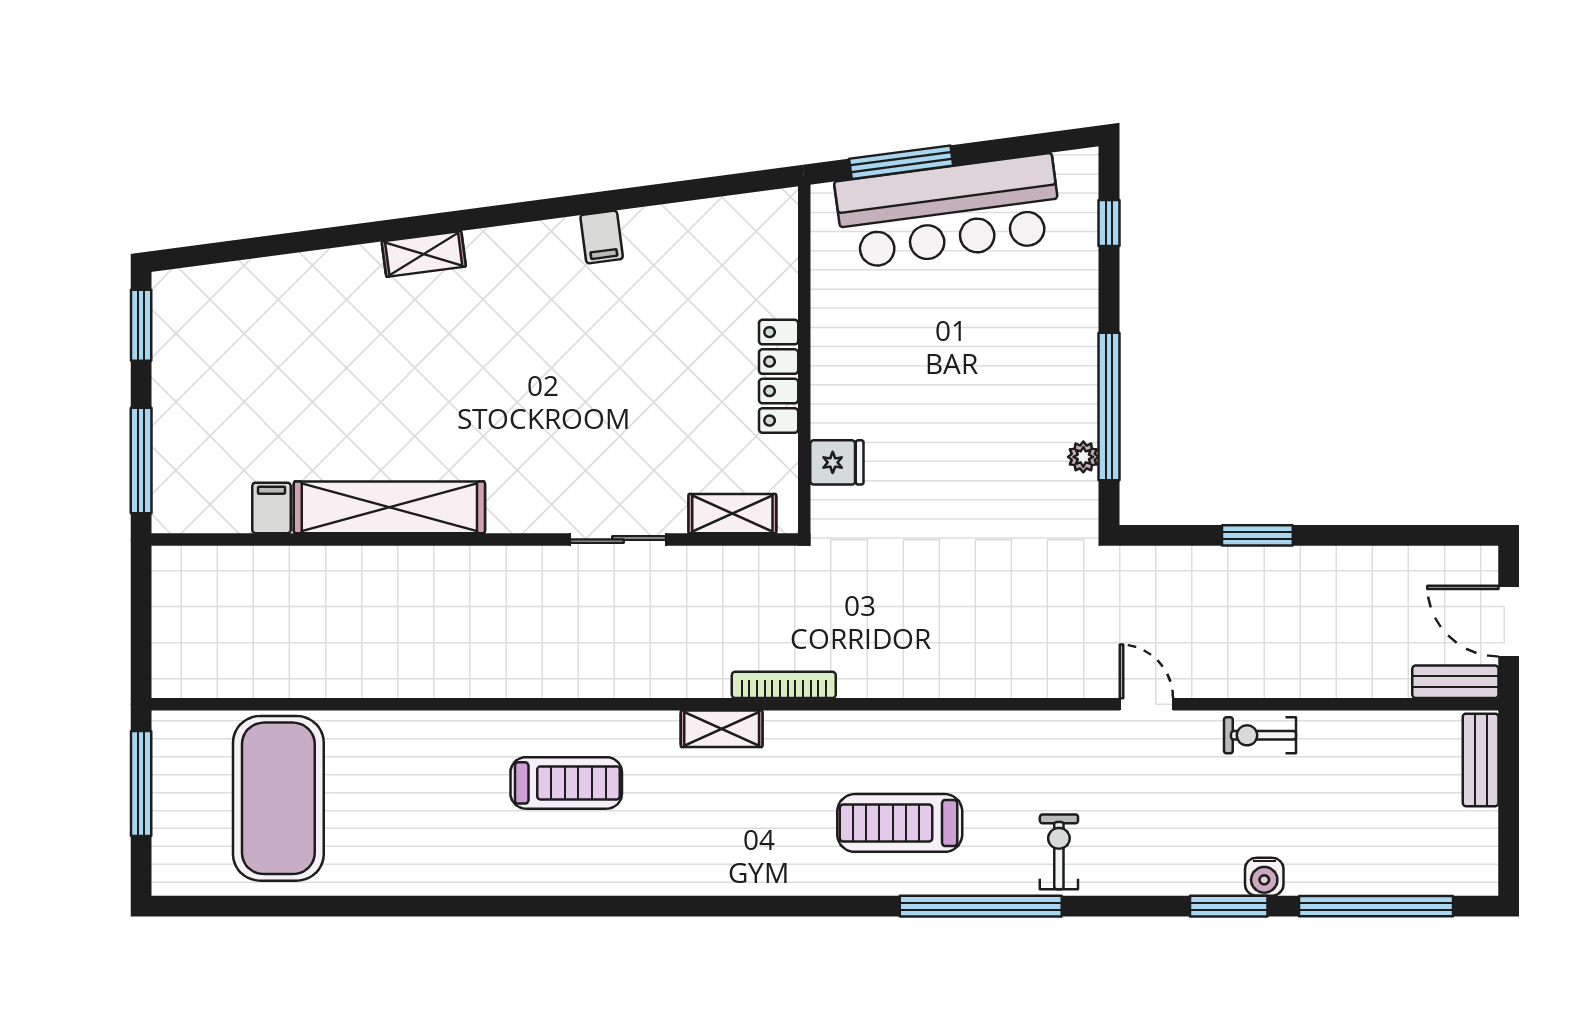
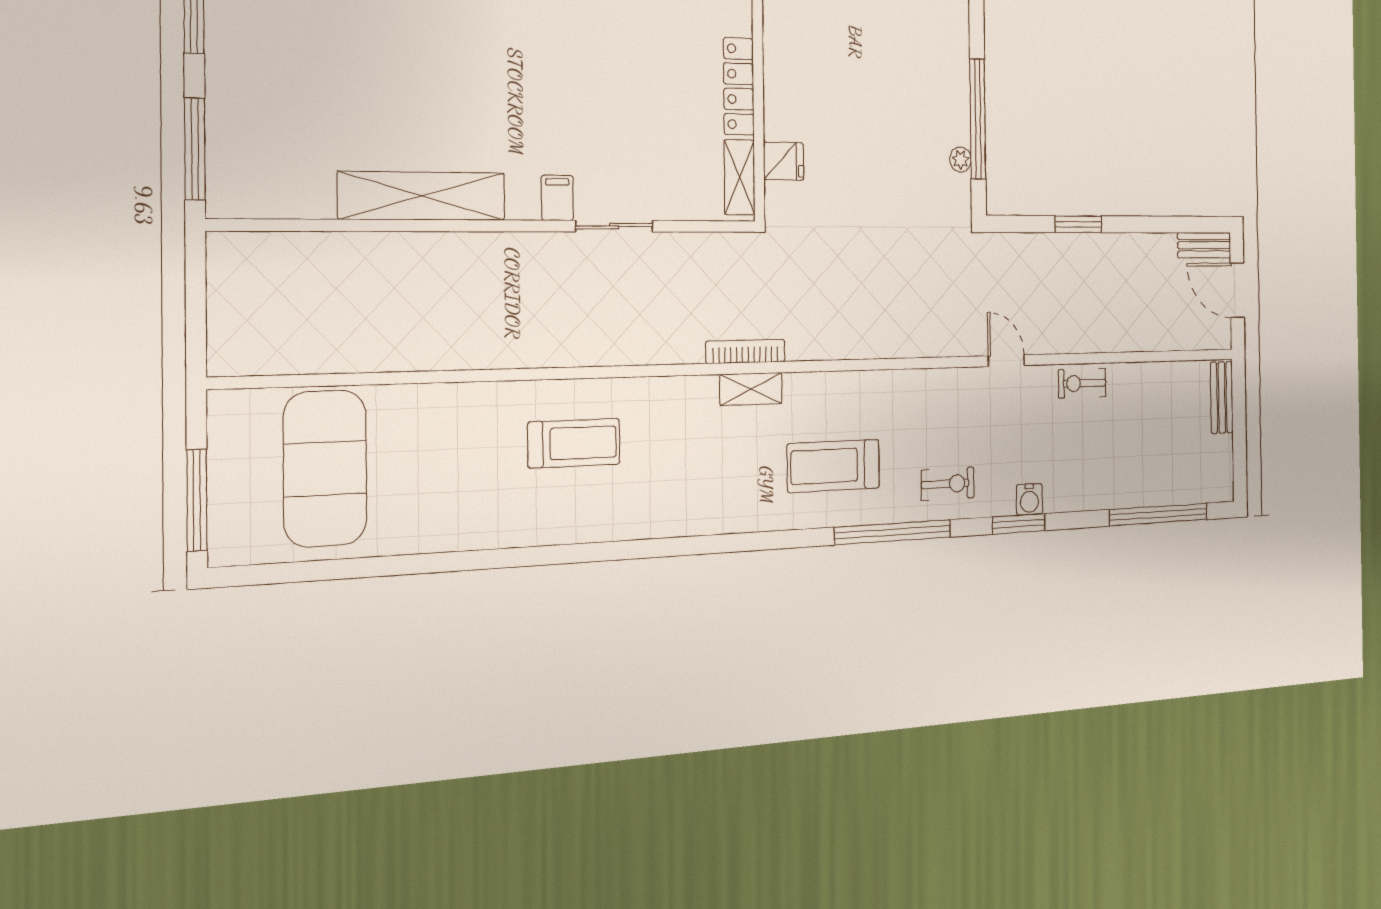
filing cabinet: (272, 508) -> (557, 198), moved
shelving: (732, 514) -> (739, 177), moved, turned 90
bench: (1455, 682) -> (1204, 245), moved
shelving: (722, 729) -> (751, 389), moved
window: (141, 783) -> (197, 500), moved
exercise bike: (1059, 852) -> (948, 484), turned 90
water cooler: (1264, 877) -> (1029, 499), moved
window: (1229, 906) -> (1019, 524), moved

